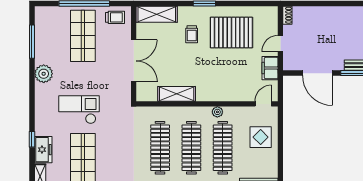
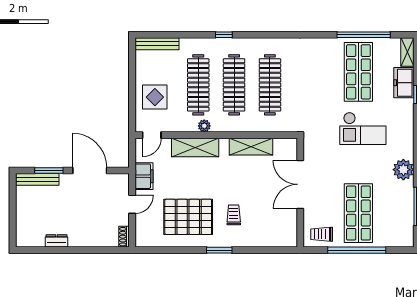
dresser: (346, 12) -> (56, 241), added
shelving: (157, 14) -> (195, 147), moved

